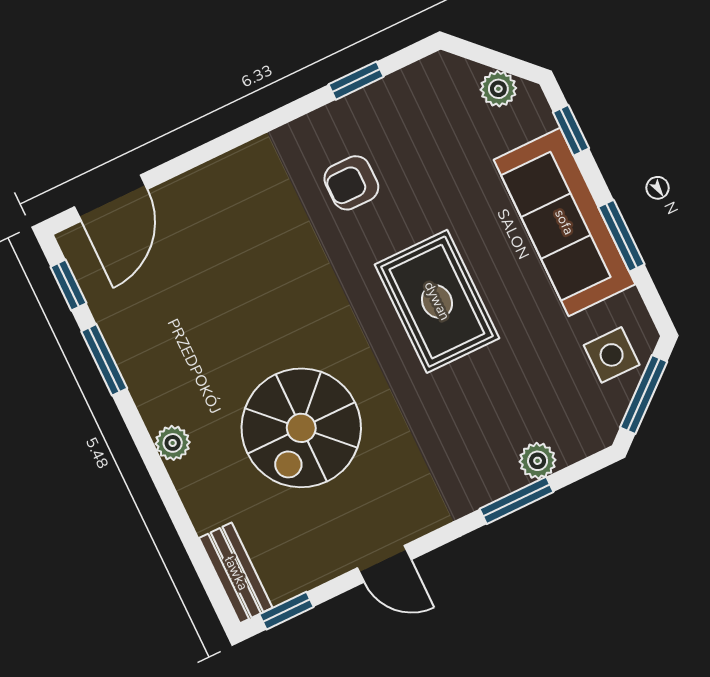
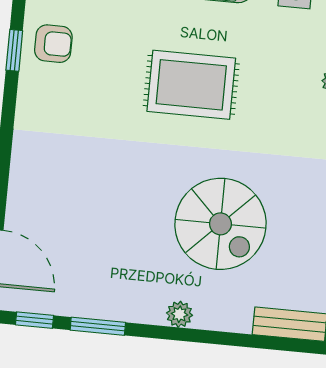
armchair: (351, 183) -> (53, 44), moved, turned -90

